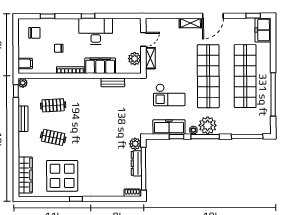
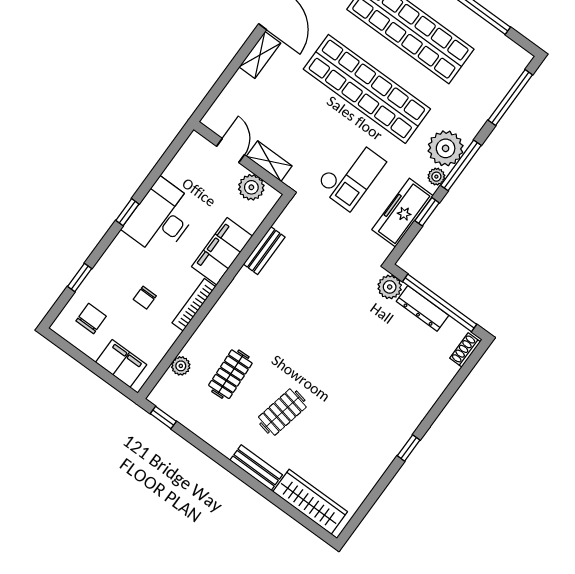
filing cabinet: (25, 63) -> (121, 364), width x2.00
plant: (23, 83) -> (181, 366), moved
bench: (23, 119) -> (256, 468), moved
display table: (62, 176) -> (355, 443), removed

